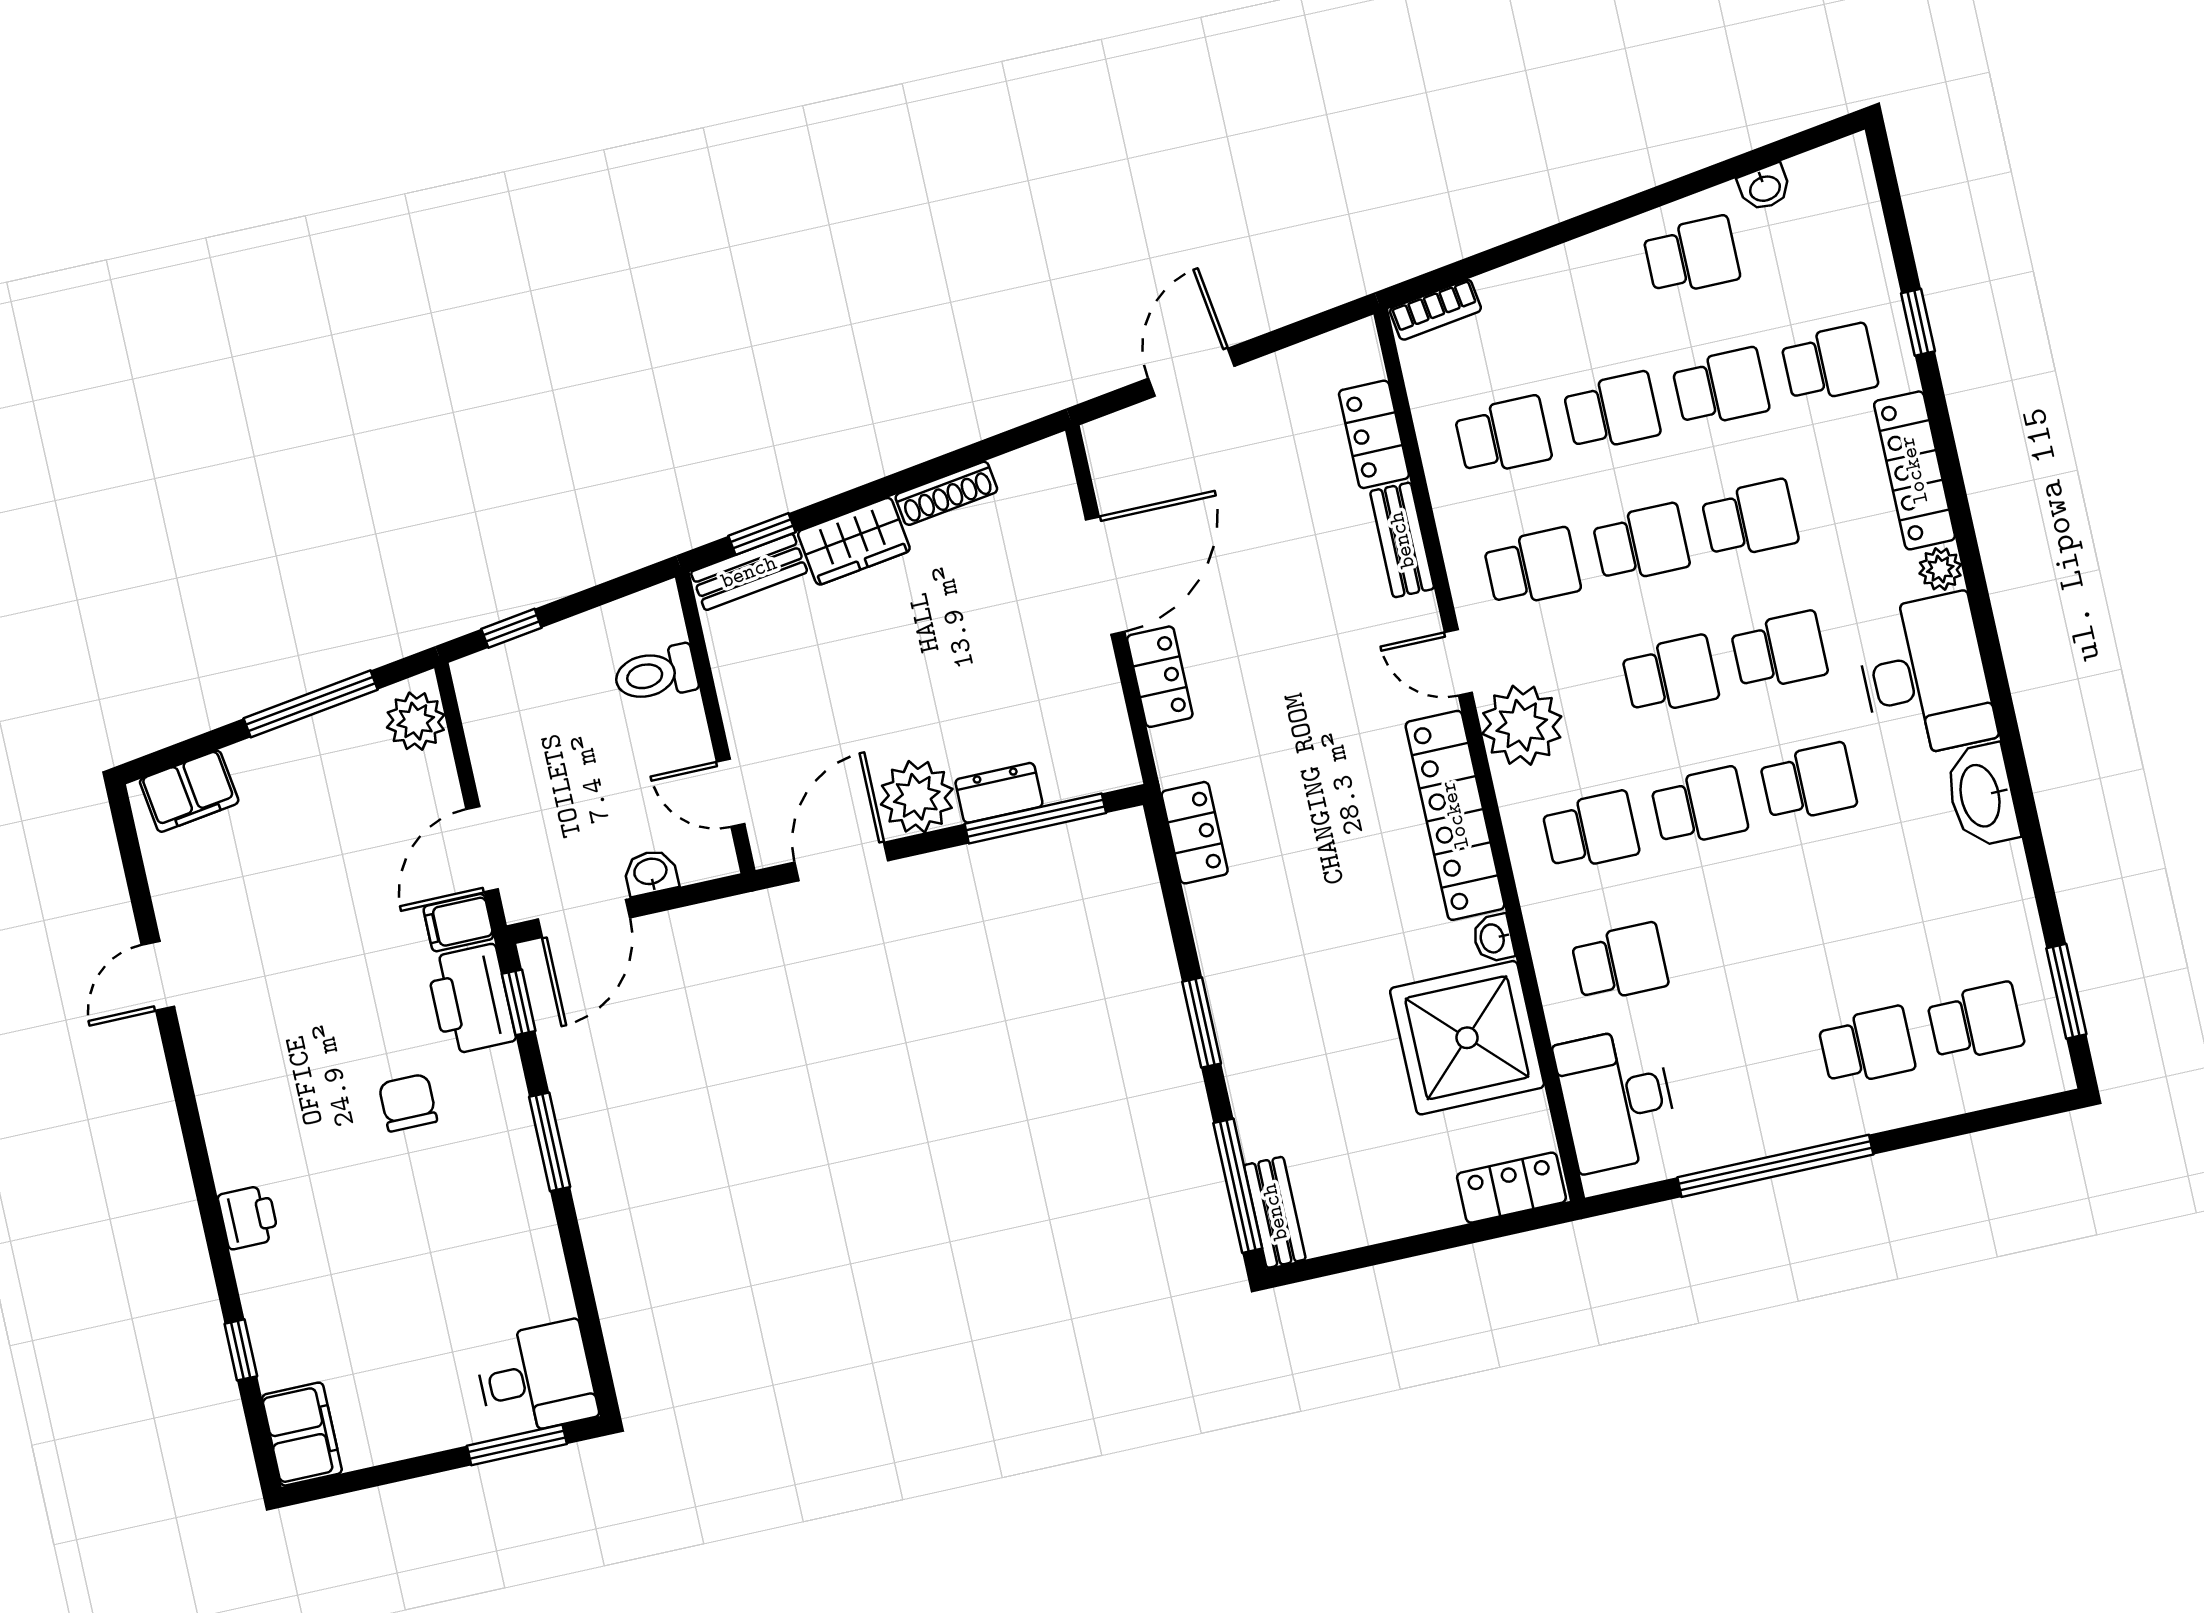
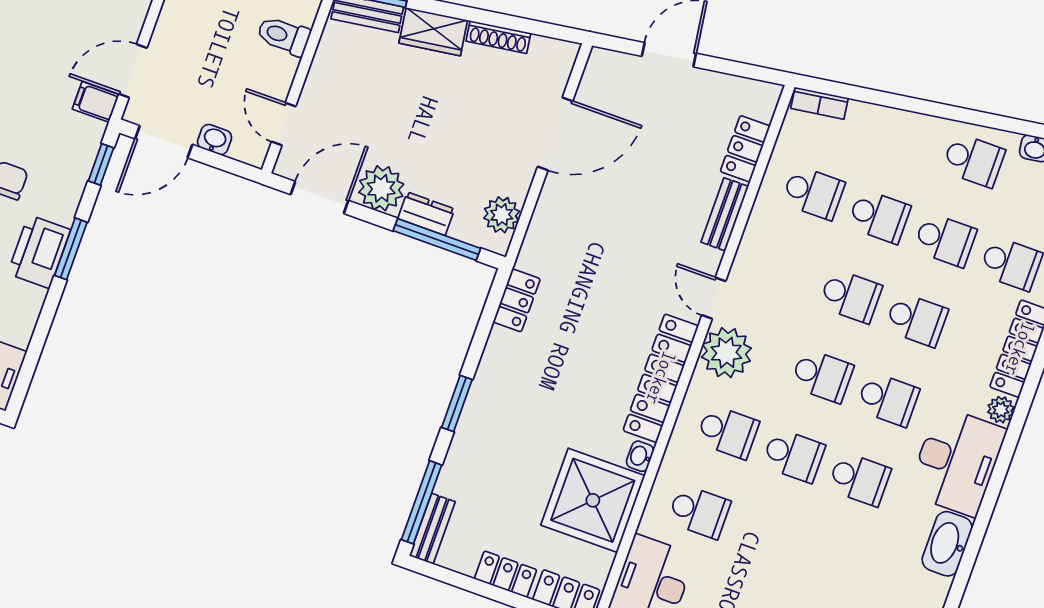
school desk: (1532, 567) -> (785, 272), removed
locker: (1160, 677) -> (506, 574), moved, turned -90
plant: (1102, 730) -> (502, 215), added
printer: (471, 999) -> (39, 252), moved

